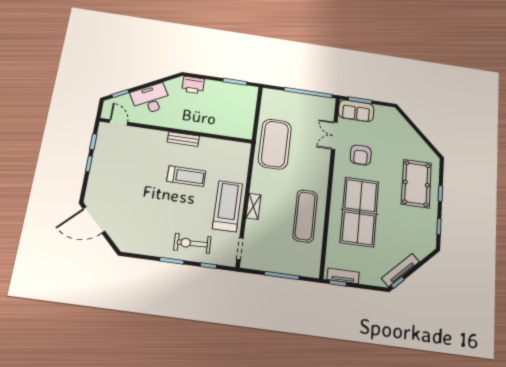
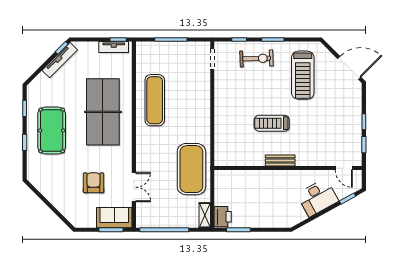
printer: (193, 85) -> (223, 217), moved, turned 90
armchair: (361, 155) -> (93, 183), moved
pool table: (416, 184) -> (52, 130), moved
treadmill: (228, 206) -> (303, 75), moved
shelving: (253, 206) -> (205, 215), moved

